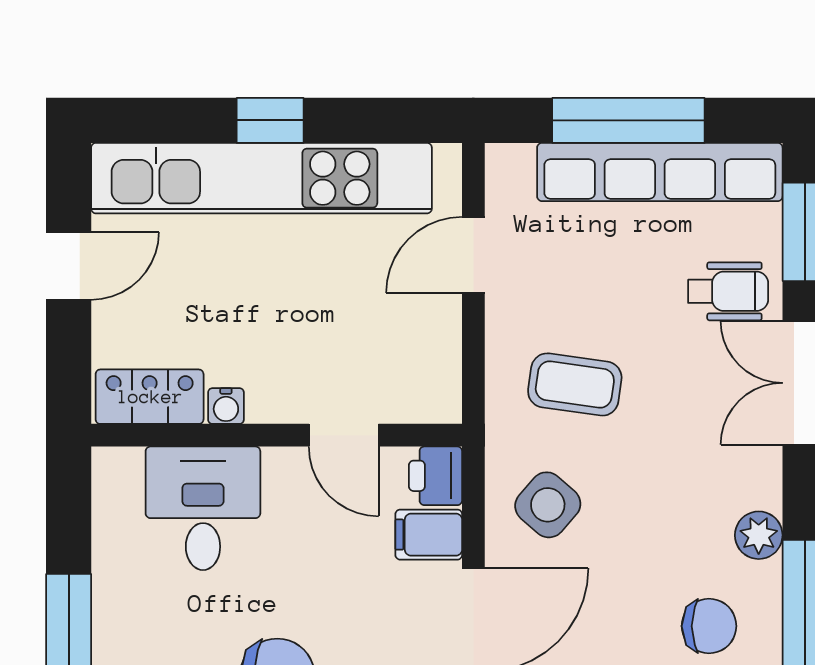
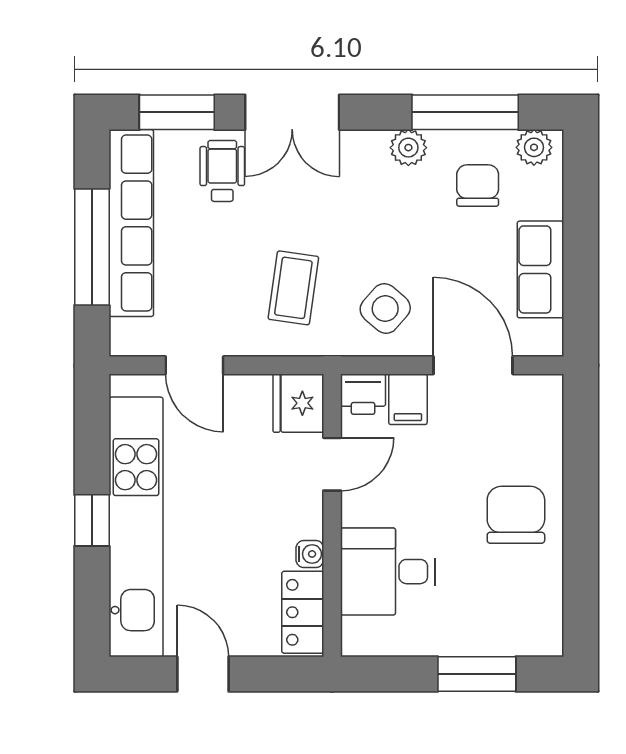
fridge: (424, 391) -> (298, 403), added

